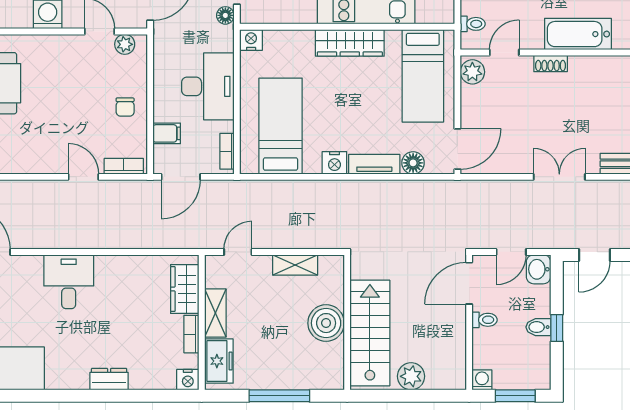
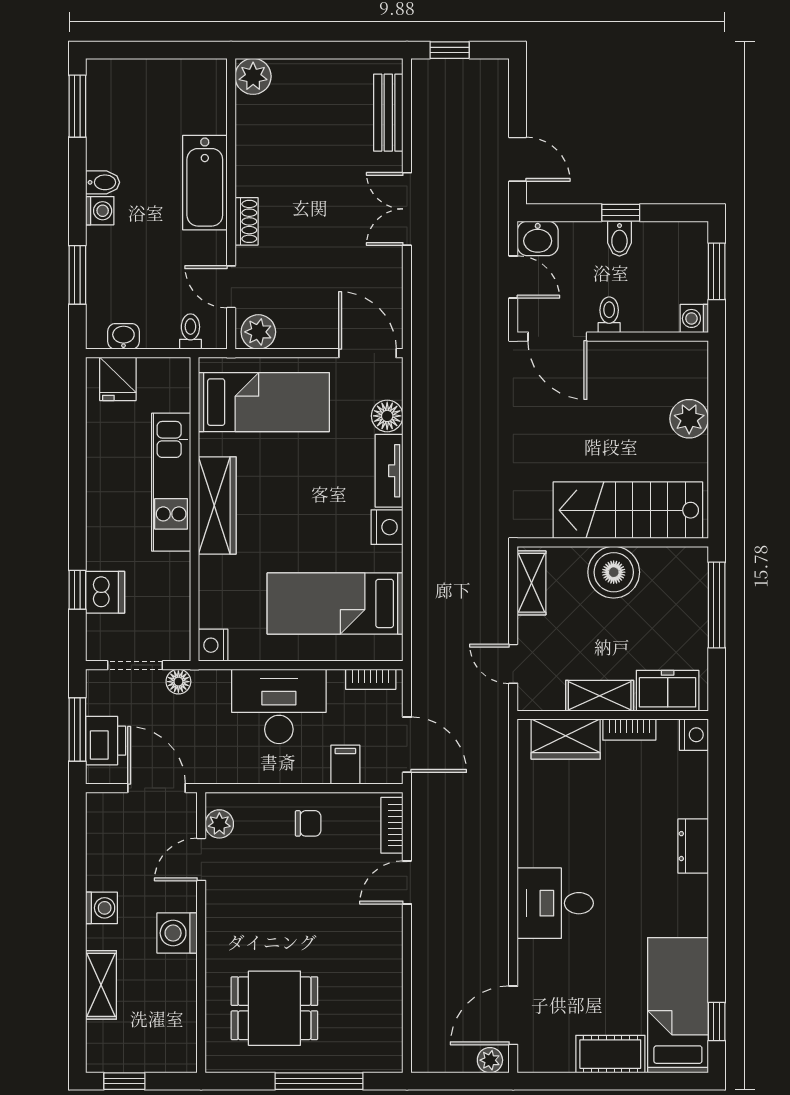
wall: (347, 322) -> (613, 542), moved
boiler: (326, 323) -> (614, 572), moved
stairs: (370, 333) -> (628, 510), moved

